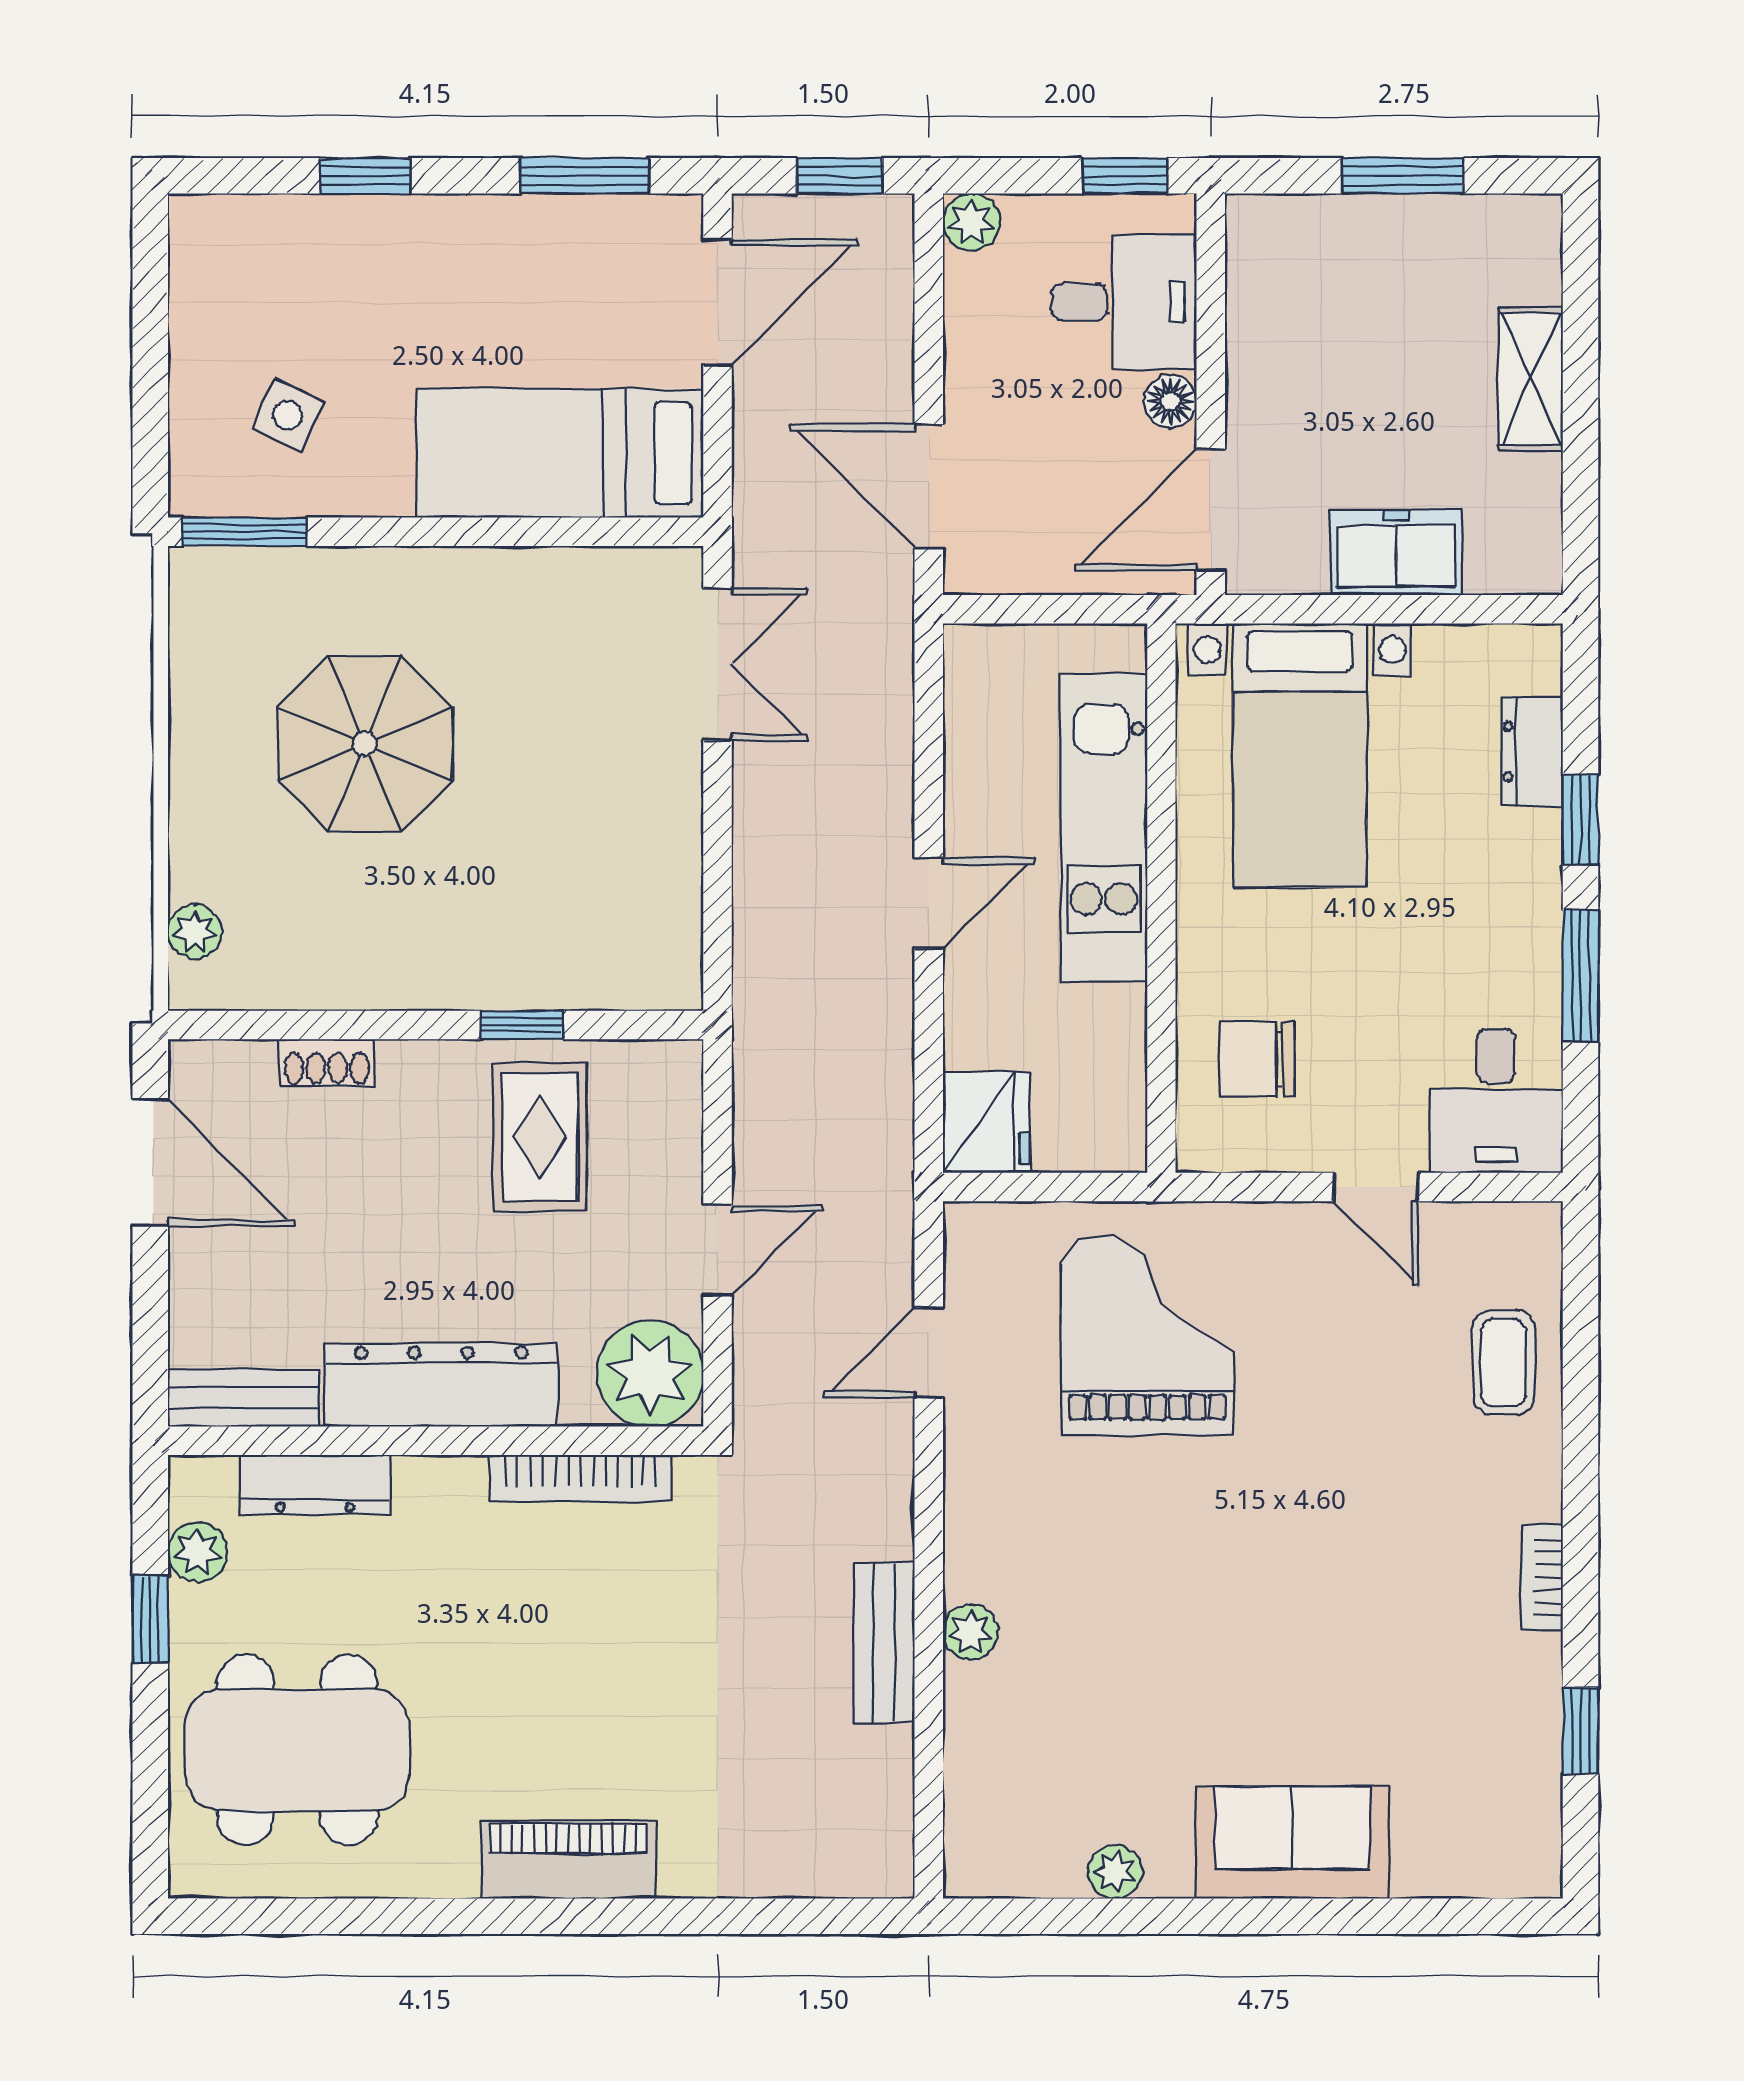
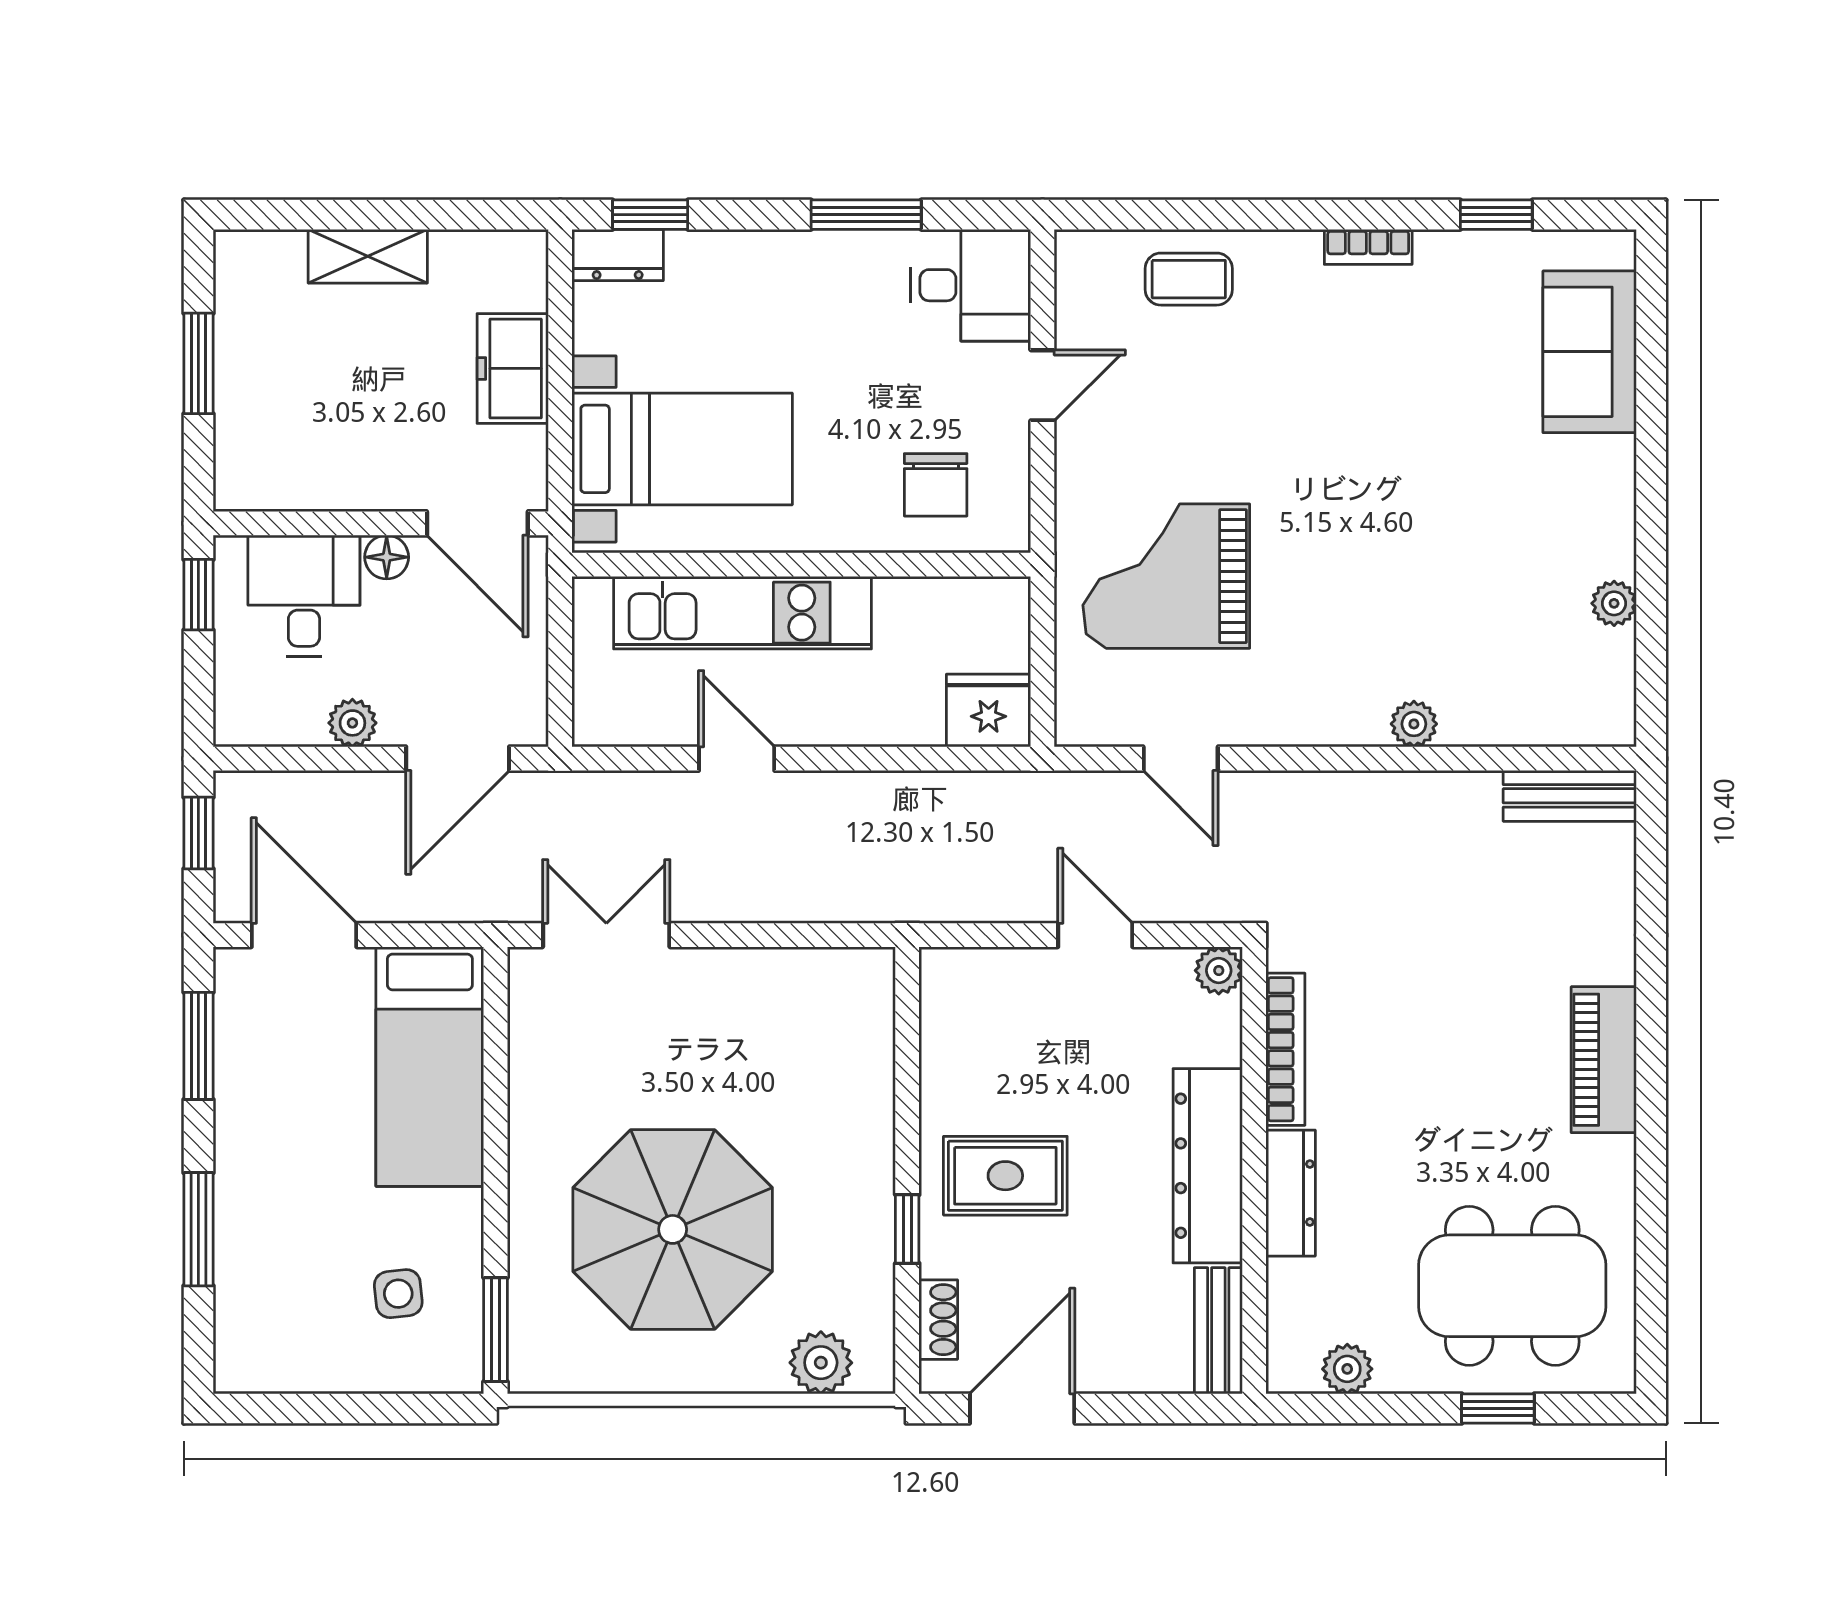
window: (365, 176) -> (198, 1229), width x1.50
plant: (972, 222) -> (352, 723), moved
side table: (288, 415) -> (398, 1294), turned -31
parasol: (365, 744) -> (673, 1229), width x1.36, depth x1.36
dresser: (1532, 751) -> (618, 255), moved
window: (1581, 820) -> (650, 215), moved
door: (929, 903) -> (737, 759), moved
plant: (195, 932) -> (821, 1363), width x1.38, depth x1.38
window: (522, 1025) -> (907, 1229), moved
shoe rack: (327, 1062) -> (938, 1320), moved
rug: (540, 1137) -> (1005, 1176), moved
plant: (650, 1373) -> (1219, 971), width x0.53, depth x0.53
dresser: (315, 1484) -> (1291, 1193), moved
window: (150, 1619) -> (1498, 1409), moved
bench: (884, 1643) -> (1570, 796), moved
dining table: (297, 1750) -> (1512, 1286), turned 90
sofa: (1292, 1843) -> (1590, 352), moved

